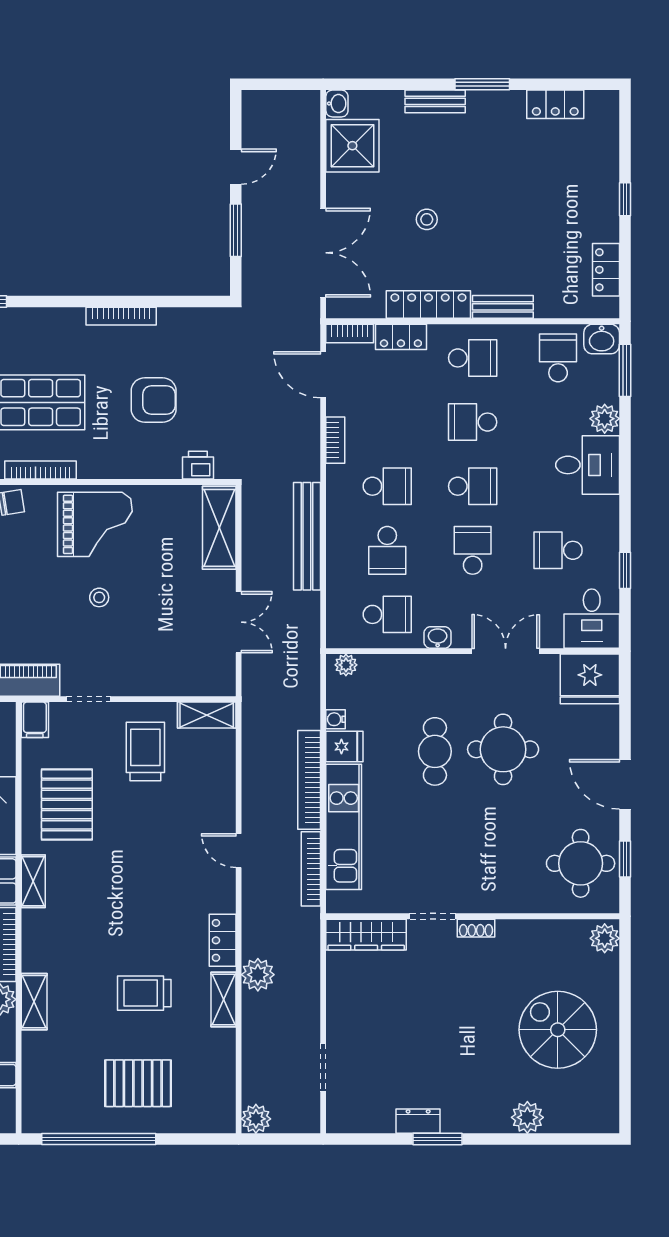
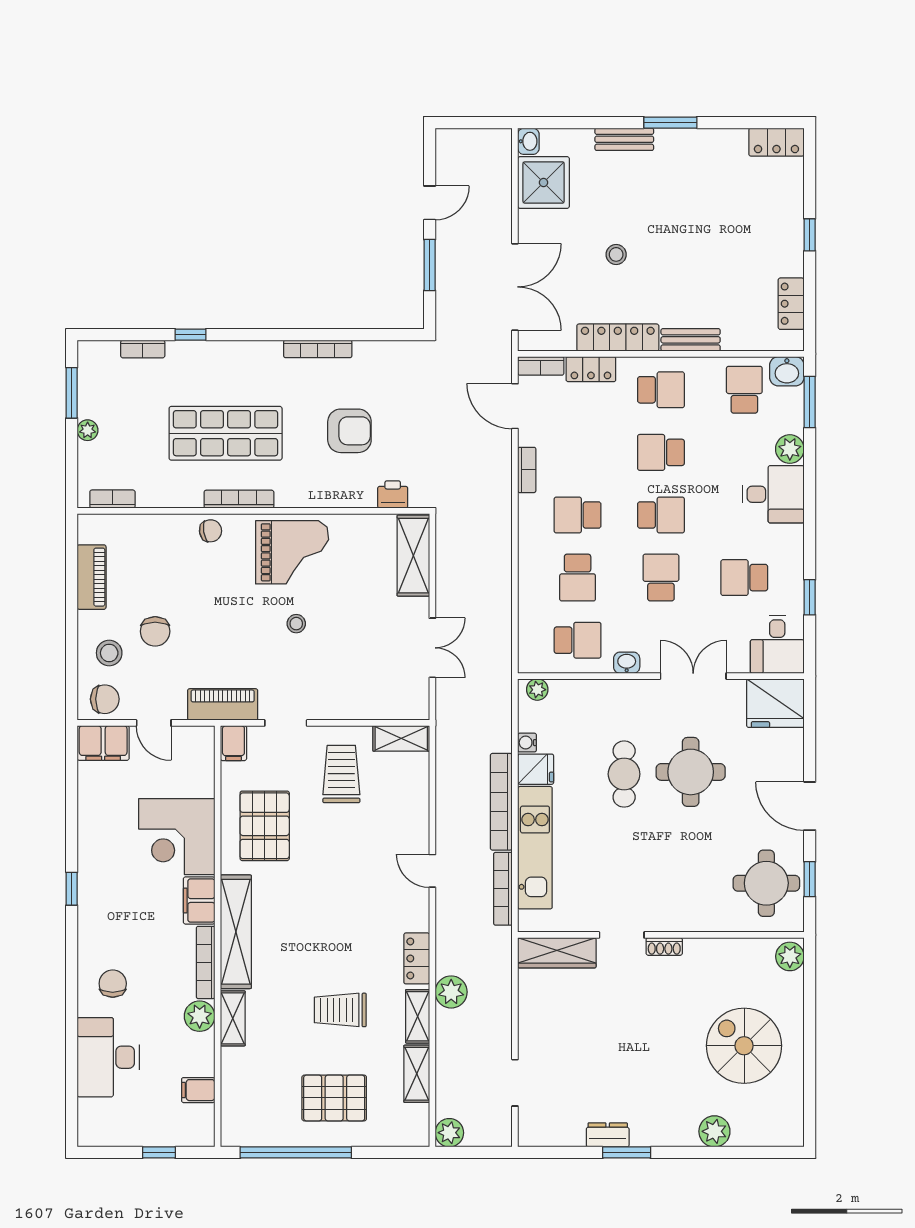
locker: (555, 104) -> (776, 142), moved
school desk: (387, 486) -> (578, 515), turned 180
bench: (307, 536) -> (499, 564), removed
shelving: (33, 881) -> (236, 932), width x2.20, depth x1.33
shelving: (223, 1058) -> (417, 1074), added

